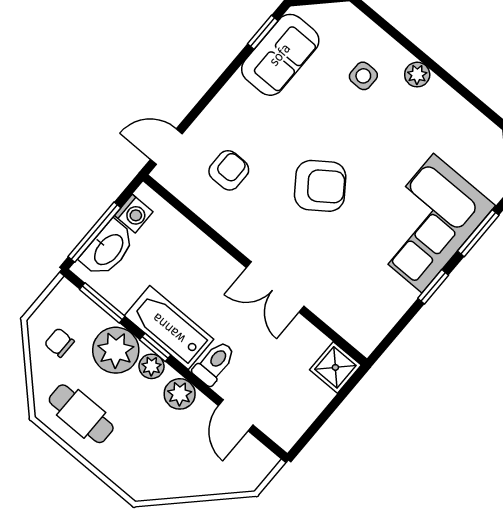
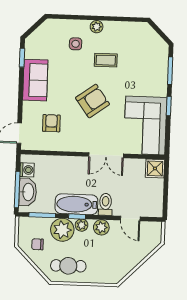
sofa: (280, 55) -> (35, 80), moved
coffee table: (391, 138) -> (106, 60), added
corner sofa: (428, 223) -> (145, 126), moved

